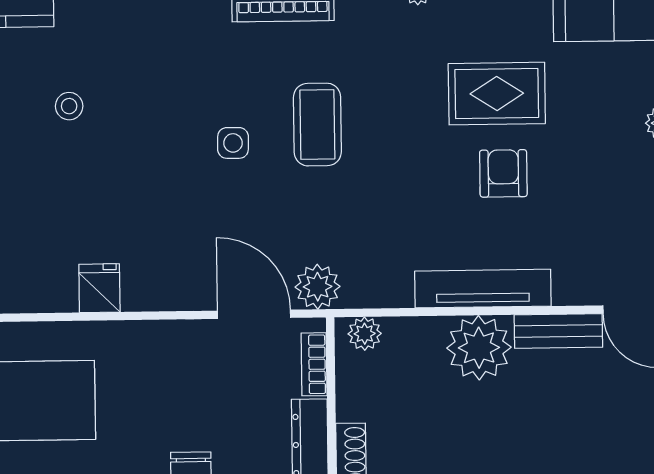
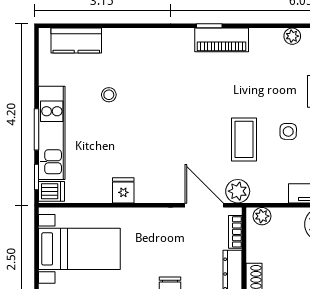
coffee table: (317, 125) -> (244, 139), moved
side table: (233, 143) -> (288, 131), moved

